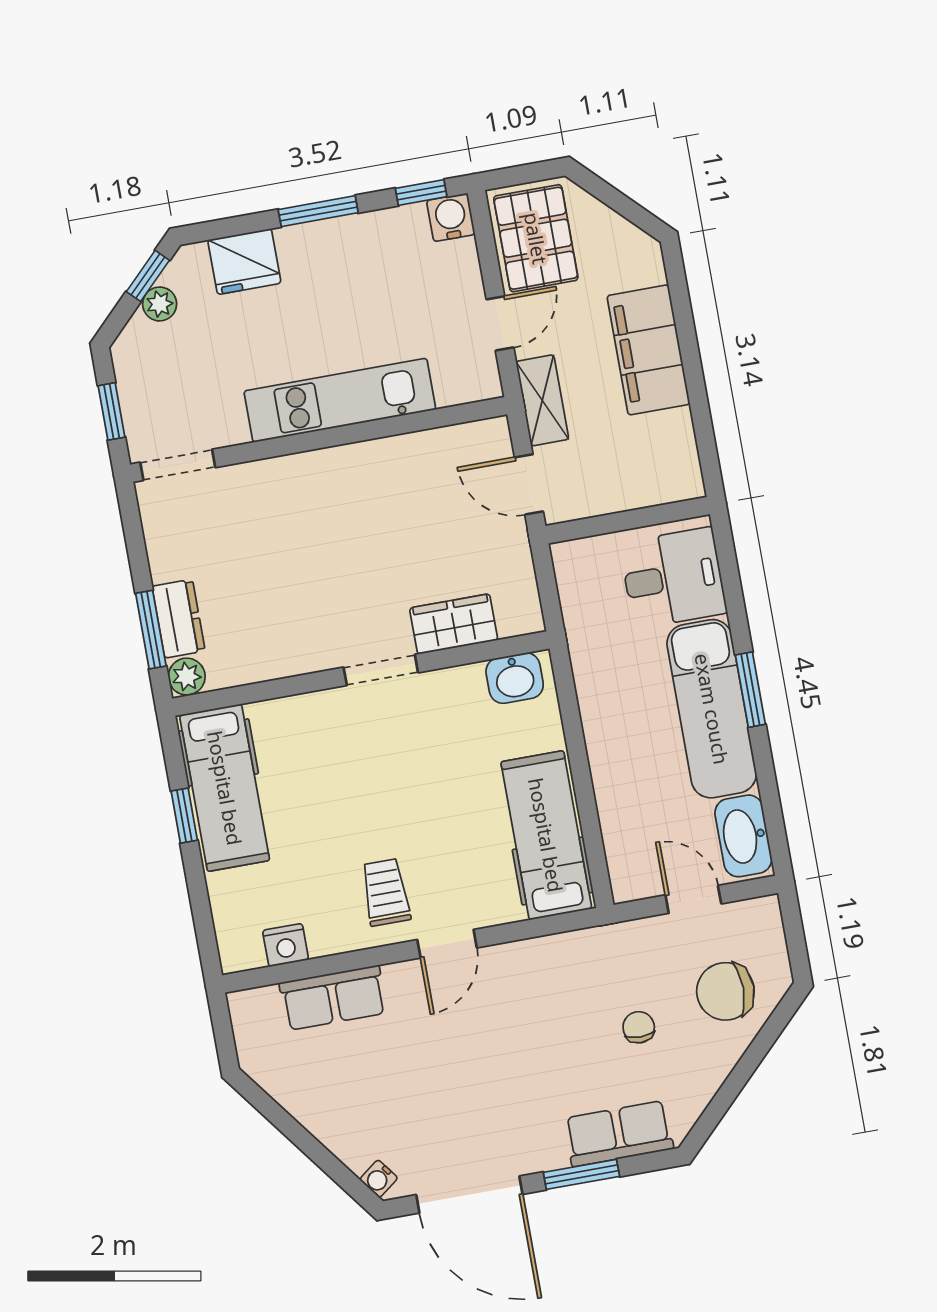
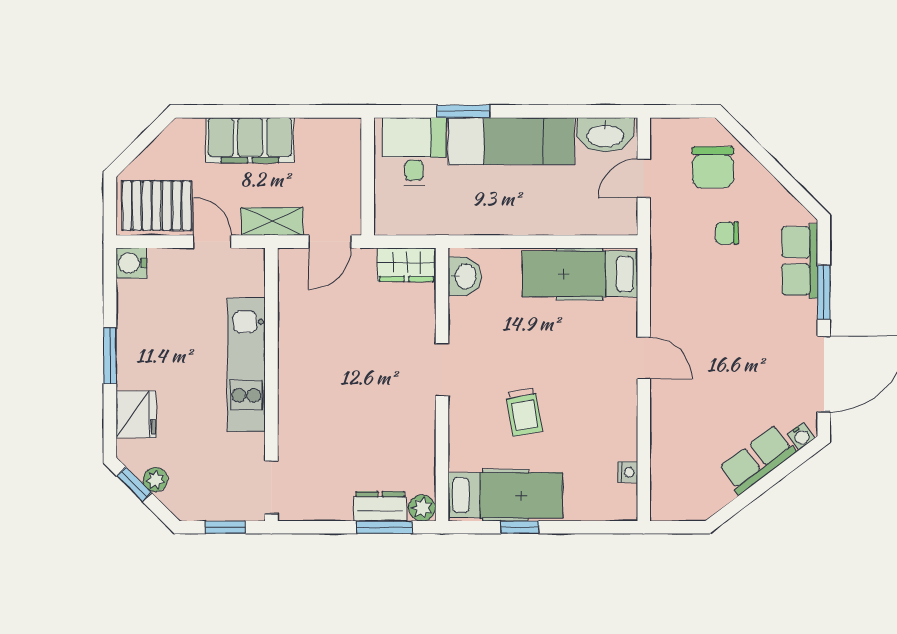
window: (421, 193) -> (110, 281), removed
wardrobe: (454, 624) -> (407, 265), moved, turned -90
window: (750, 690) -> (464, 111), moved
trolley: (386, 892) -> (524, 412), moved, turned -100
nightstand: (286, 945) -> (628, 472), width x0.72, depth x0.74
row of seats: (333, 998) -> (757, 460), moved, turned -127

